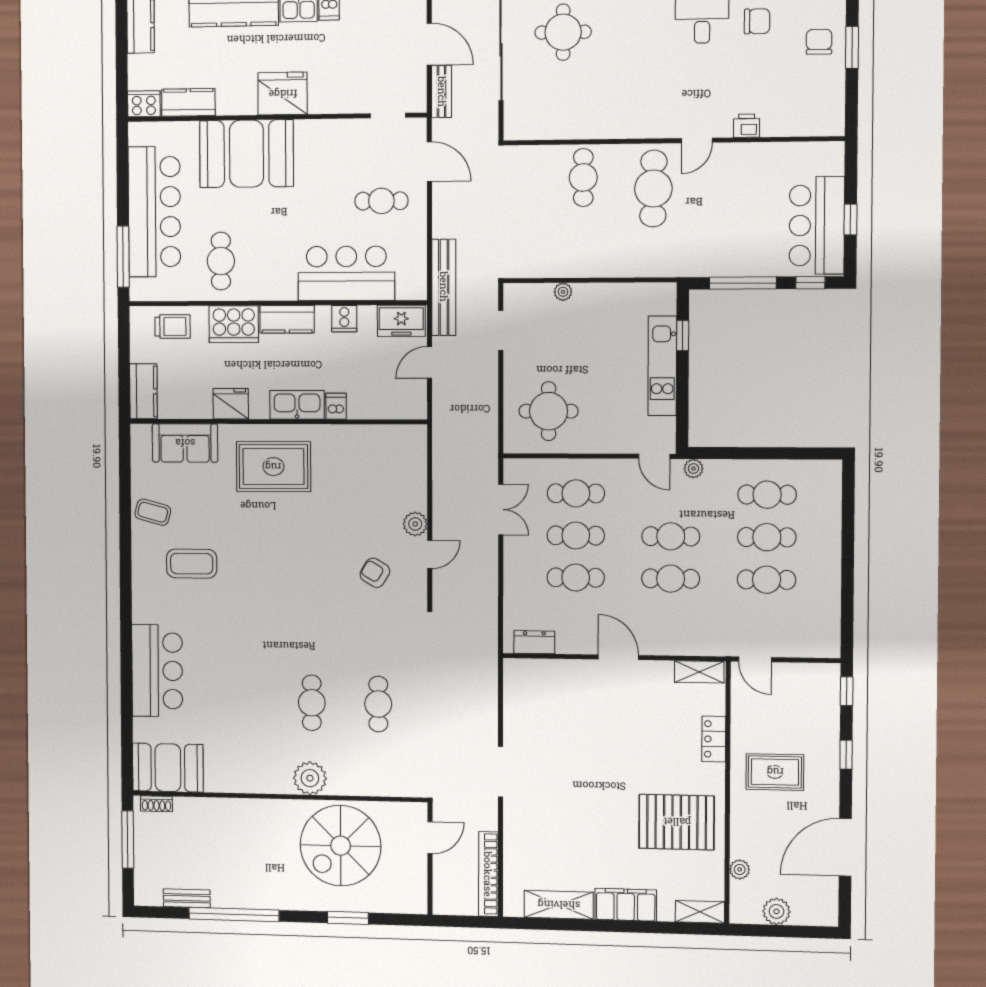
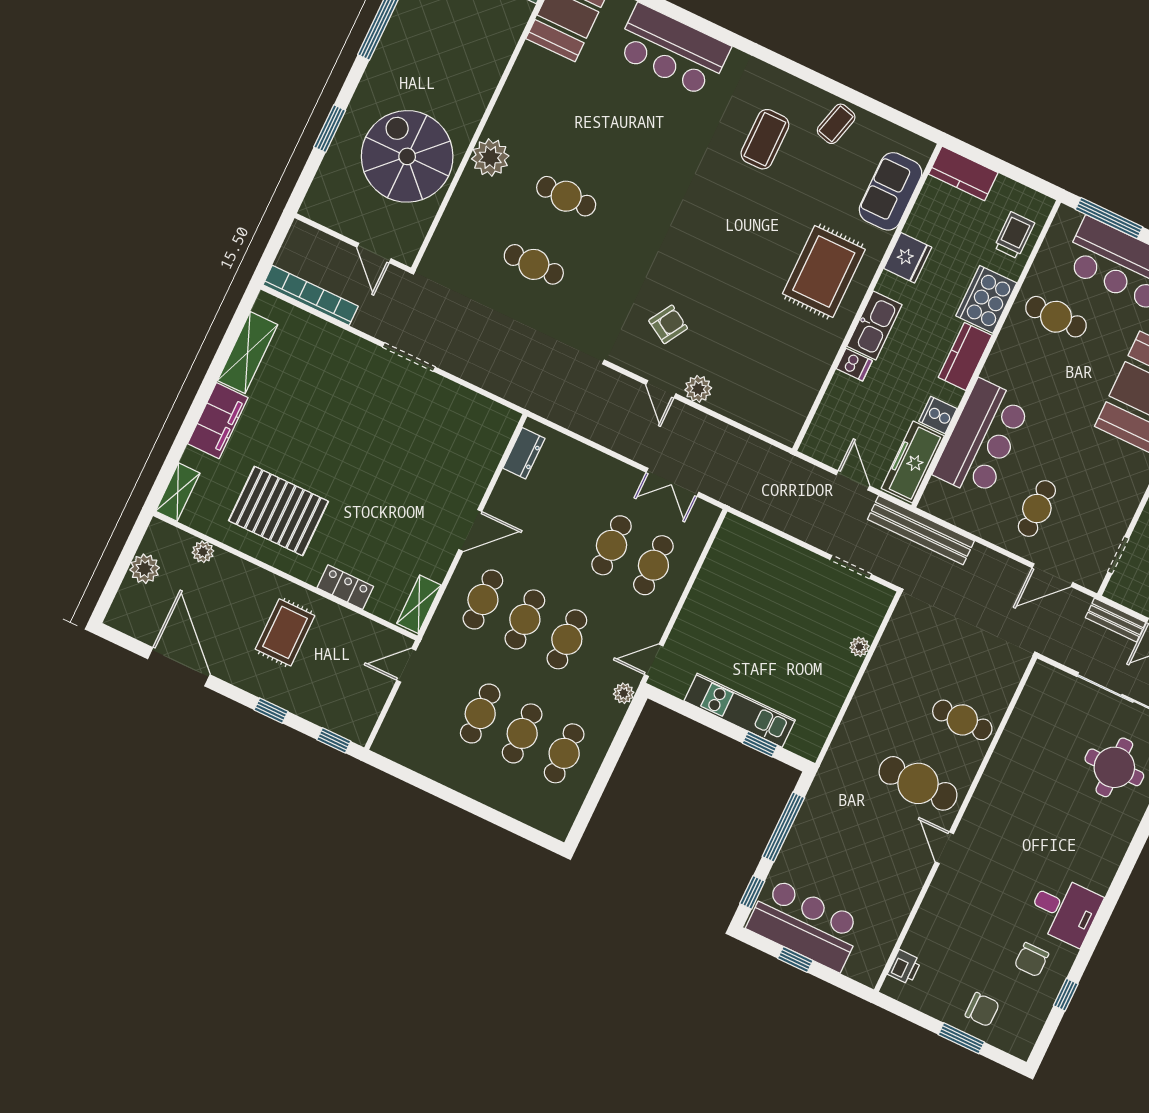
printer: (746, 126) -> (904, 967), moved
freezer: (401, 321) -> (913, 462), width x1.40
trolley: (173, 326) -> (1014, 235), turned 180
round table: (549, 411) -> (748, 577), removed
cafe table: (576, 578) -> (483, 600), moved
pallet: (677, 822) -> (279, 511), turned 90

